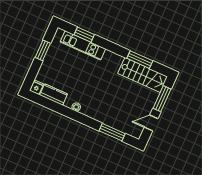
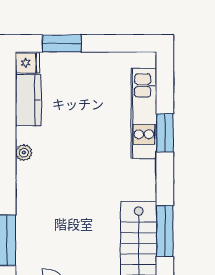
window: (84, 35) -> (165, 133), moved
window: (43, 50) -> (62, 43), moved

